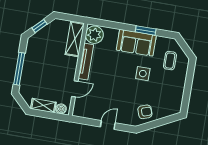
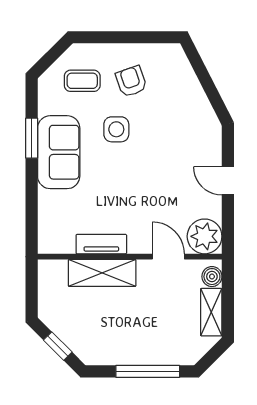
plant: (94, 35) -> (205, 236), moved
shelving: (75, 39) -> (102, 273), moved
tv unit: (86, 62) -> (101, 244), width x0.71
armchair: (145, 112) -> (131, 81), moved

